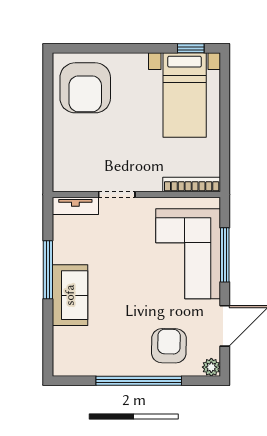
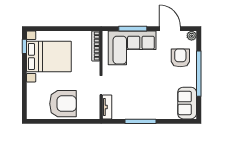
armchair: (85, 88) -> (63, 104), moved
bed with nightstands: (185, 95) -> (49, 56), width x1.36
sofa: (70, 295) -> (187, 103), moved, turned -90
armchair: (169, 346) -> (180, 58), turned 89

